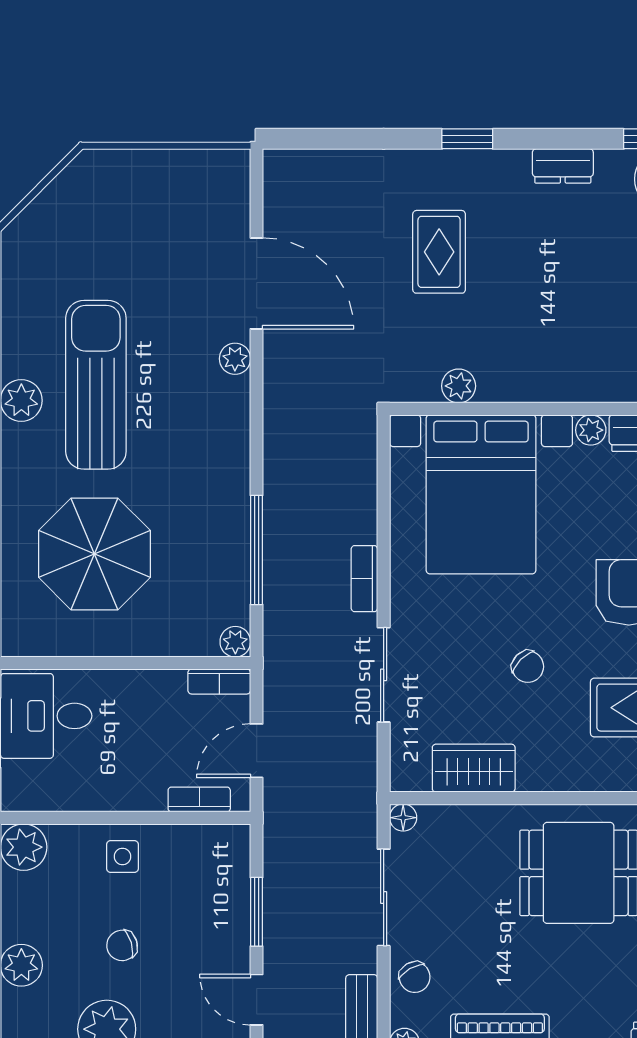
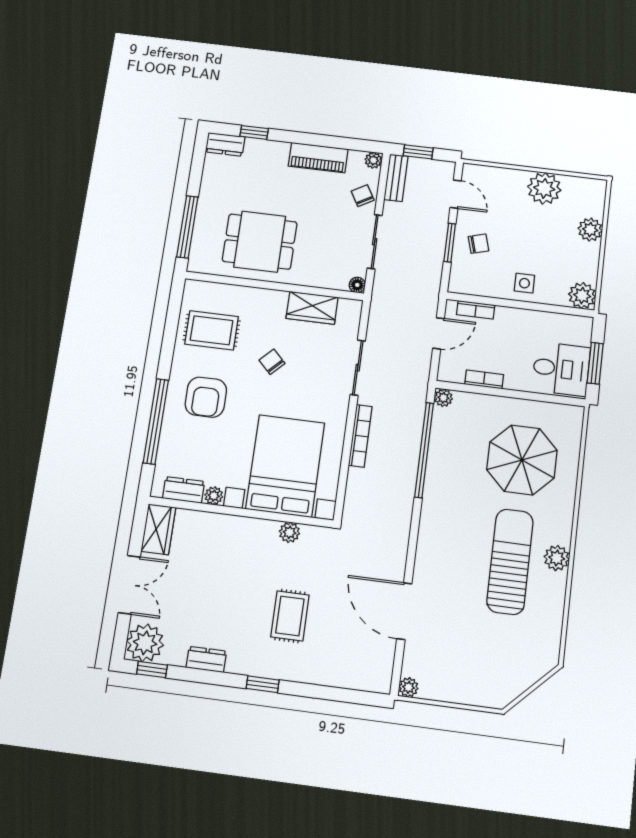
plant: (235, 359) -> (409, 687), moved
sun lounger: (96, 385) -> (510, 562), turned 180
window: (257, 550) -> (424, 450), width x1.46
bookcase: (364, 579) -> (360, 436), width x1.56
bookcase: (219, 682) -> (484, 379), moved
chair: (122, 945) -> (478, 244), moved

